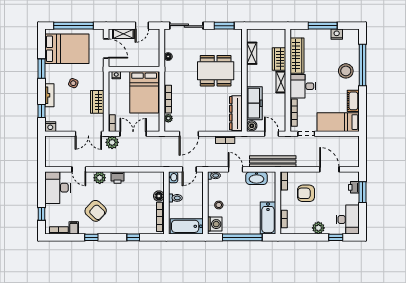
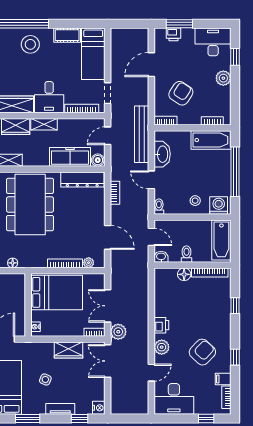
dining table: (216, 71) -> (30, 204), width x1.36, depth x1.24
double door: (88, 134) -> (108, 361), swing flipped
door: (236, 169) -> (151, 180), hinge flipped
armchair: (306, 193) -> (181, 93), turned -147

